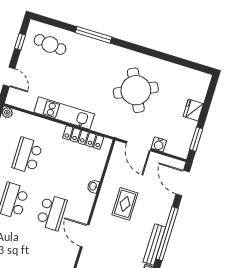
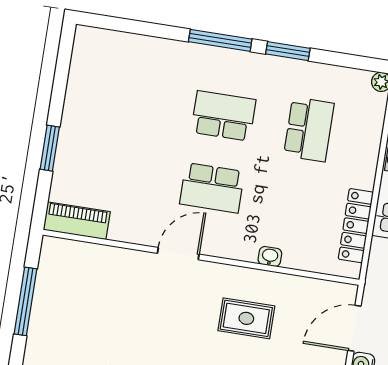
school desk: (27, 155) -> (309, 129), turned 90

